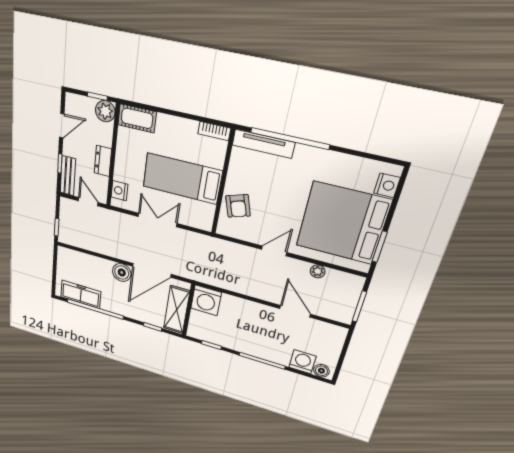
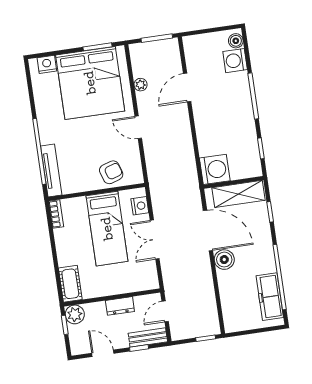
nightstand: (119, 191) -> (140, 206), moved, turned -90

